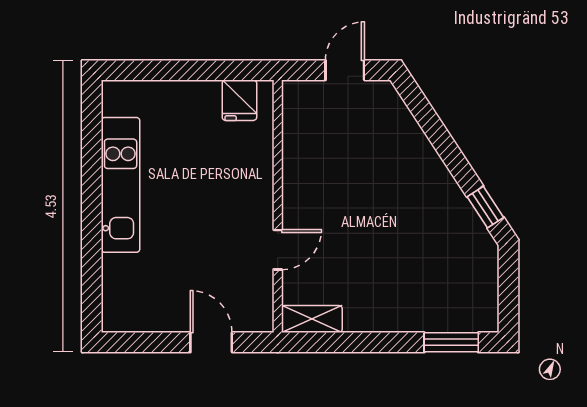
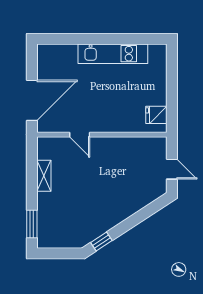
shelving: (312, 319) -> (44, 176), moved
door: (211, 342) -> (32, 100), width x1.88

